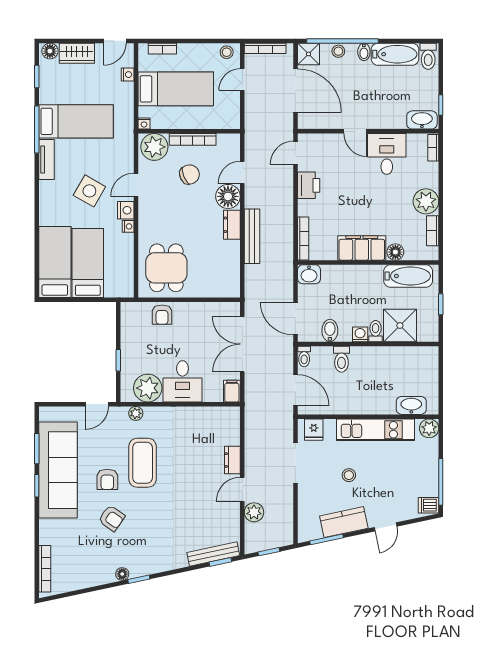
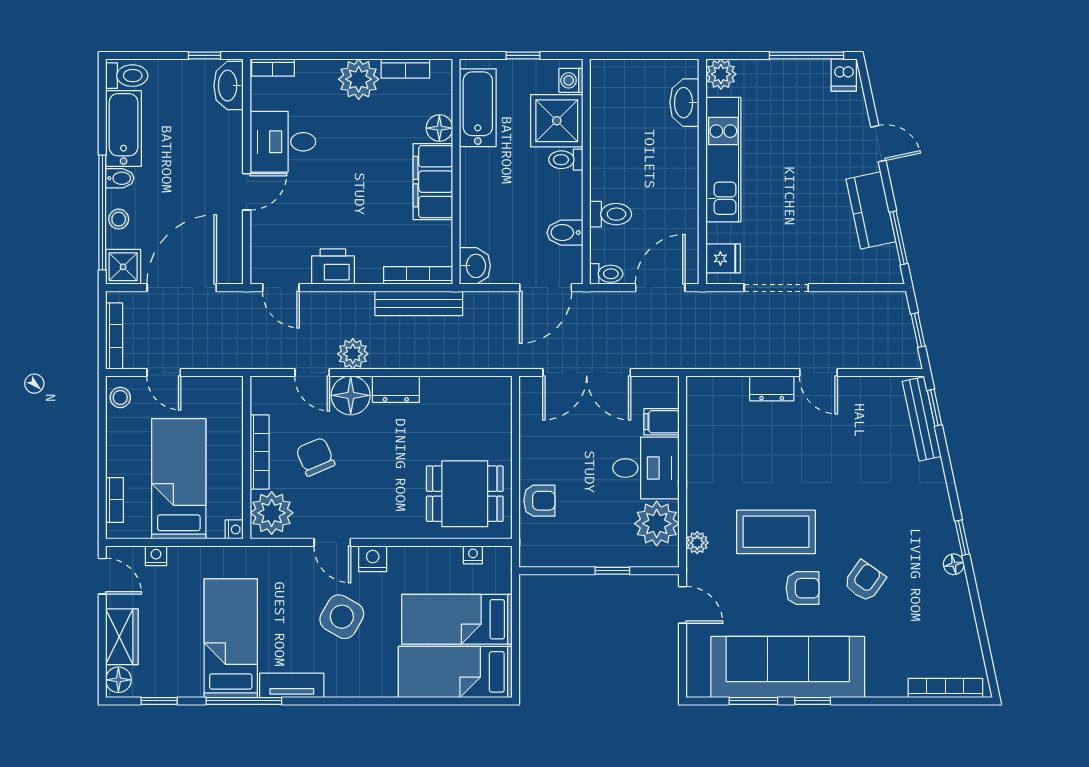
nightstand: (128, 226) -> (473, 555), moved
bench: (252, 236) -> (419, 303), moved
washing machine: (360, 334) -> (571, 80), moved
filing cabinet: (232, 391) -> (662, 422), moved
stool: (349, 475) -> (796, 202), removed
plant: (254, 512) -> (353, 354), moved

